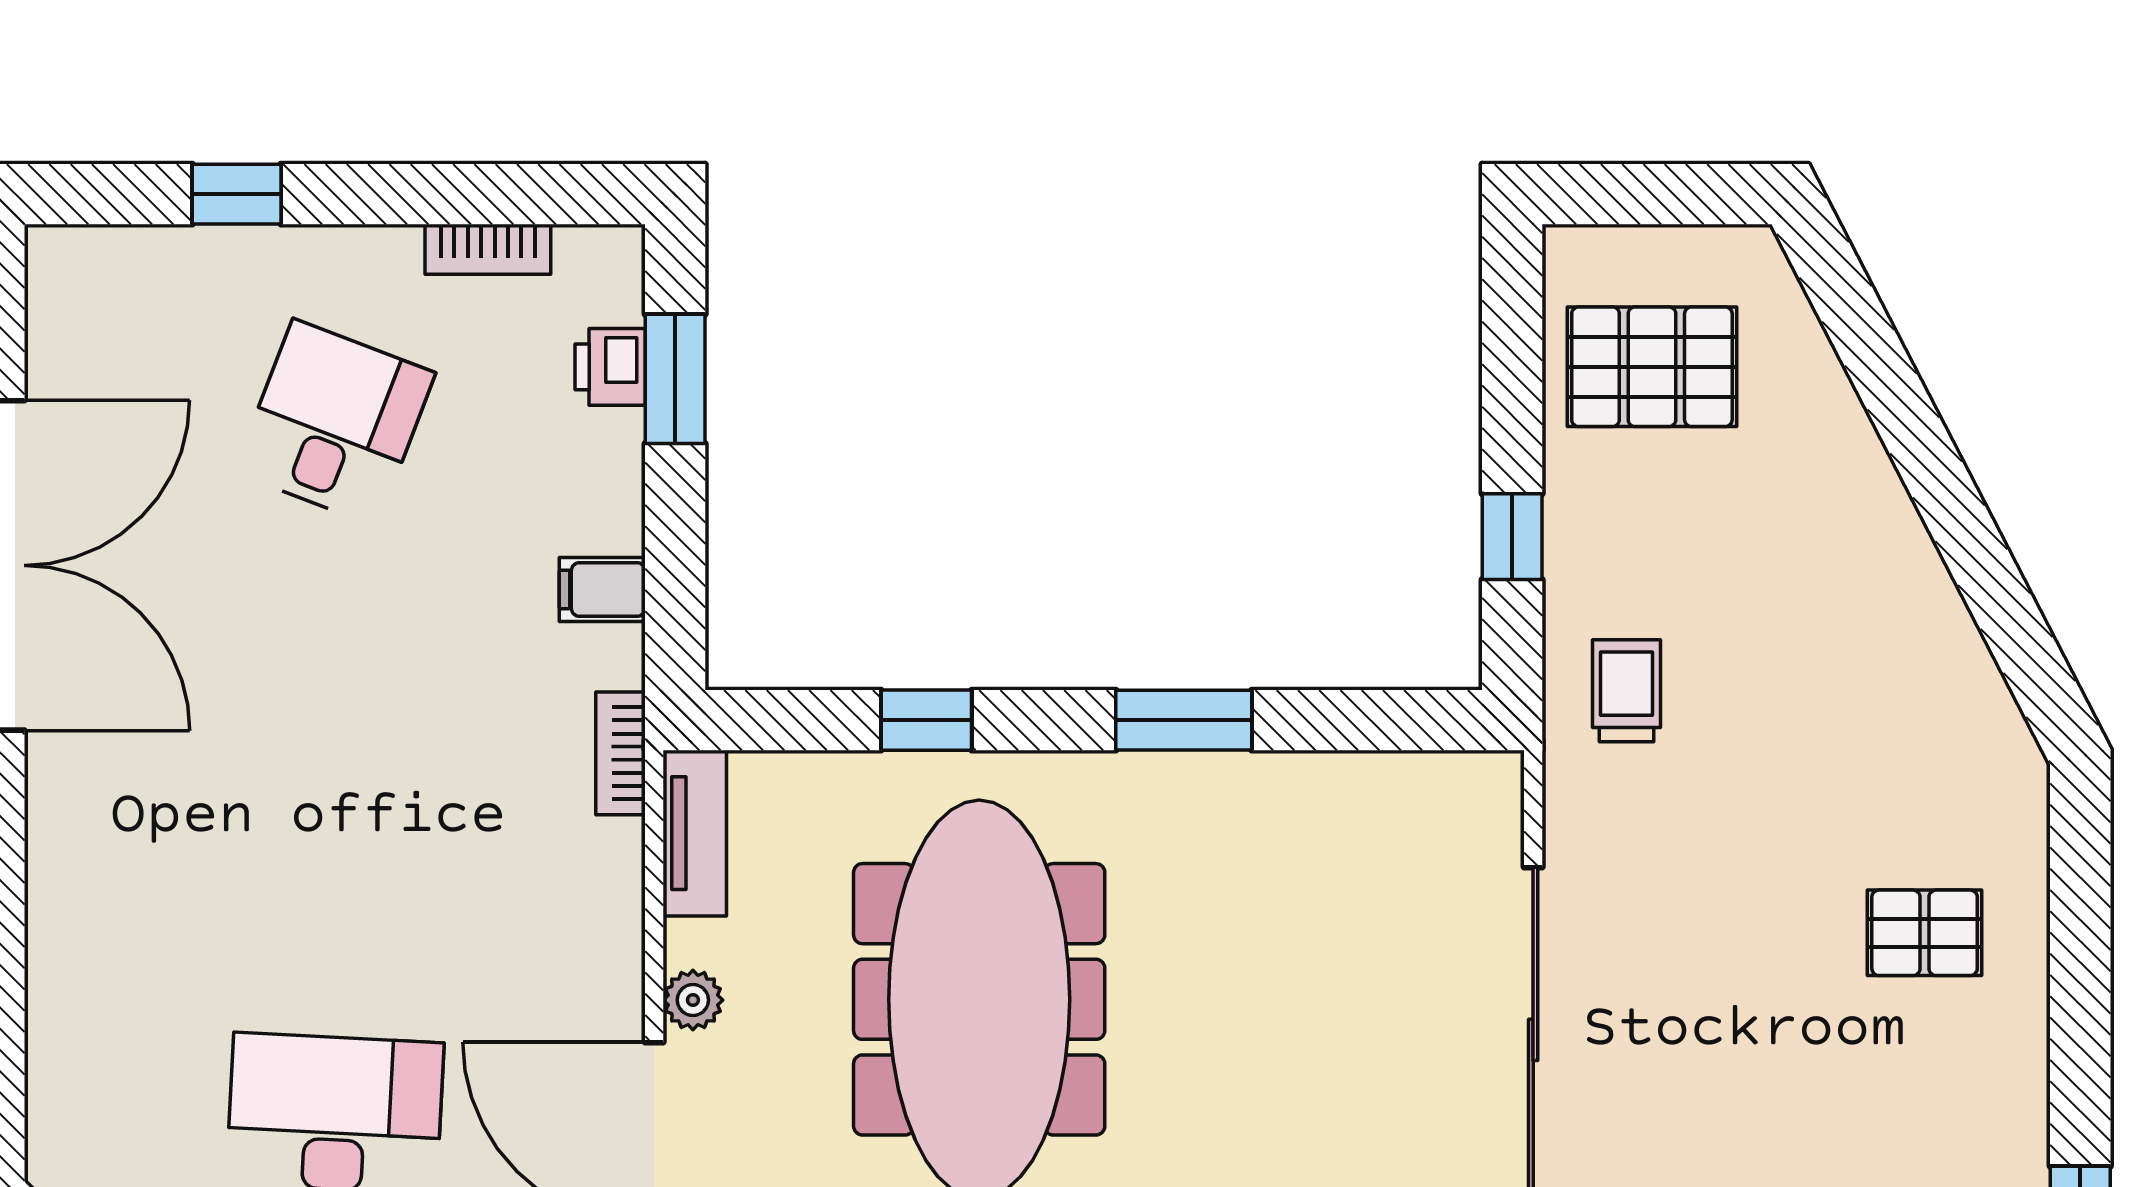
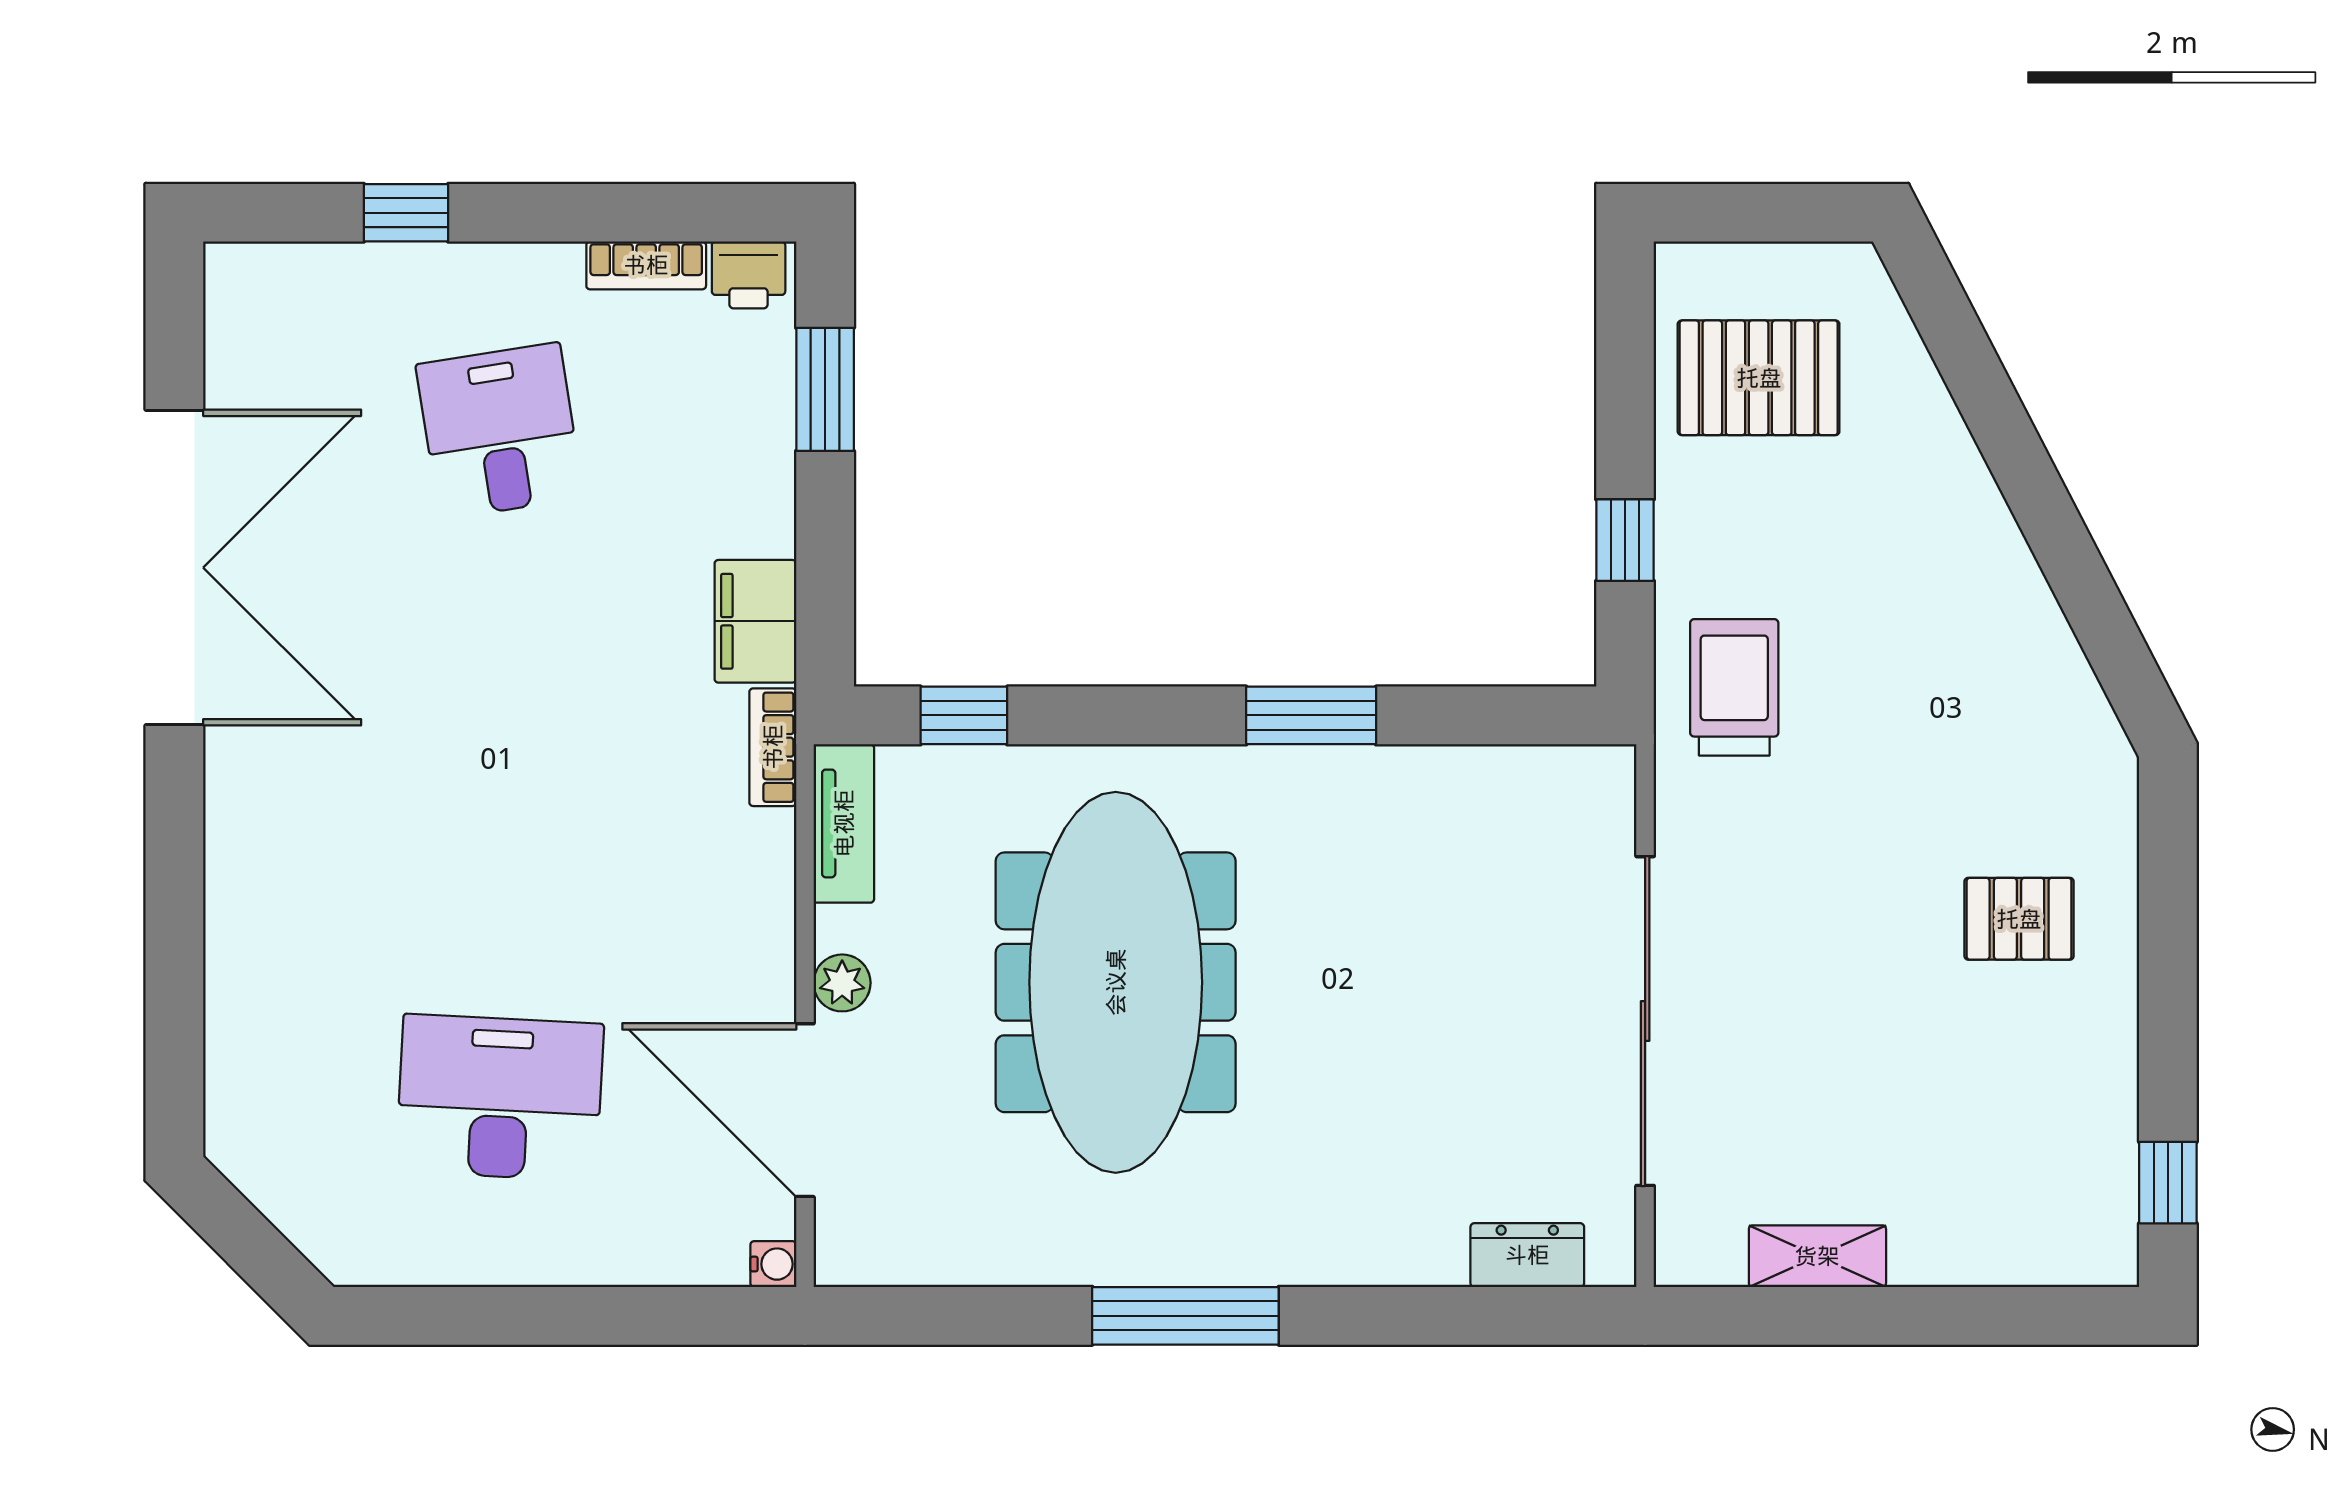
printer: (610, 367) -> (749, 275), moved, turned -90
desk: (335, 422) -> (500, 431), turned -30
filing cabinet: (602, 589) -> (755, 621), width x2.00
trolley: (1627, 691) -> (1734, 687), width x1.36, depth x1.39
window: (926, 720) -> (964, 715), moved

